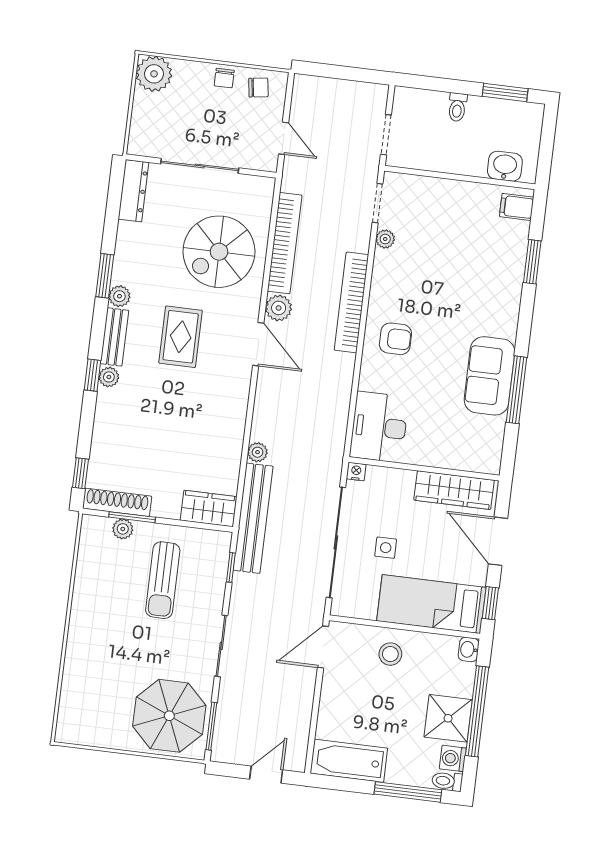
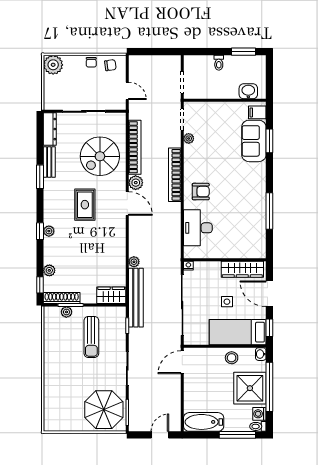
plant: (119, 296) -> (49, 270), moved
bench: (114, 337) -> (49, 162), moved
sofa: (489, 376) -> (254, 141), moved
desk: (379, 427) -> (198, 228), moved
side table: (386, 548) -> (227, 302), moved
stool: (390, 654) -> (232, 358), moved
shower: (448, 718) -> (250, 388), width x1.37, depth x1.37

